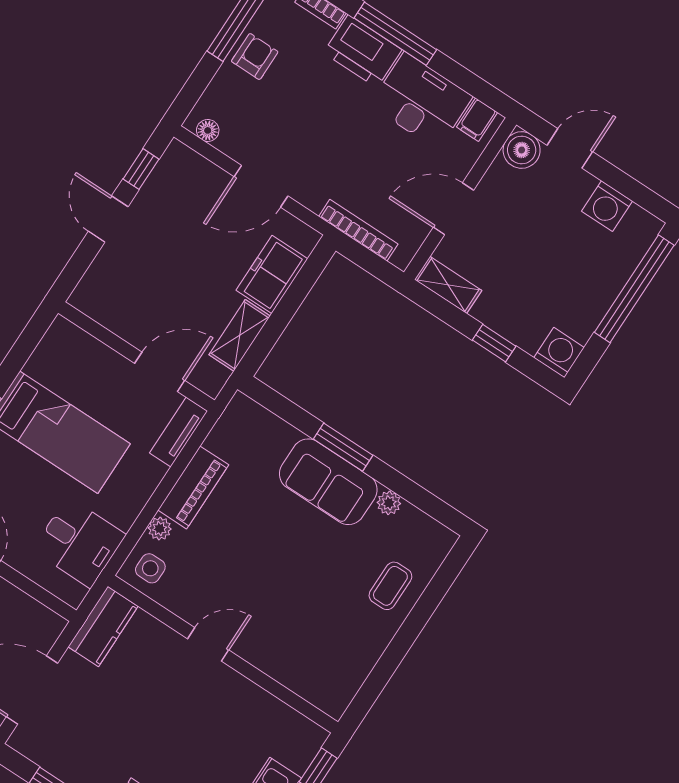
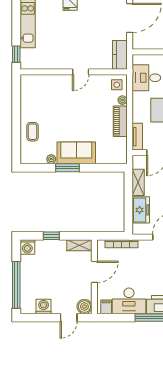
window: (343, 447) -> (67, 168), moved

